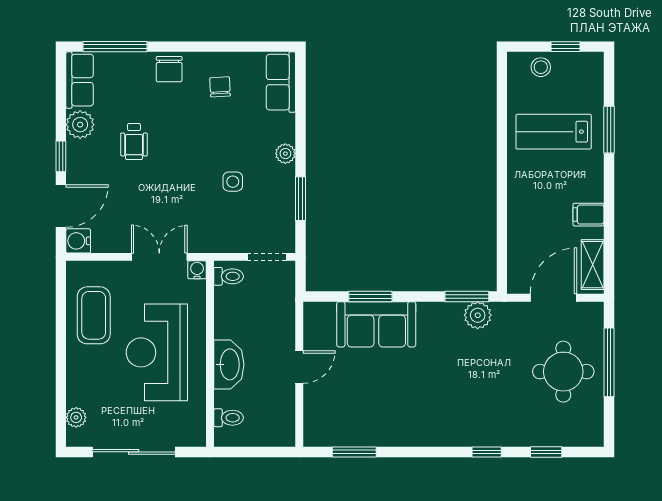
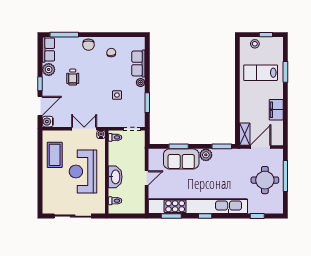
row of seats: (281, 82) -> (138, 63), moved
filing cabinet: (588, 215) -> (276, 110), width x2.00
shelving: (593, 265) -> (245, 134), moved
plant: (478, 315) -> (206, 155), moved
plant: (76, 417) -> (47, 201), removed
kitchen unit: (414, 430) -> (198, 206), added
window: (487, 452) -> (205, 216), moved

